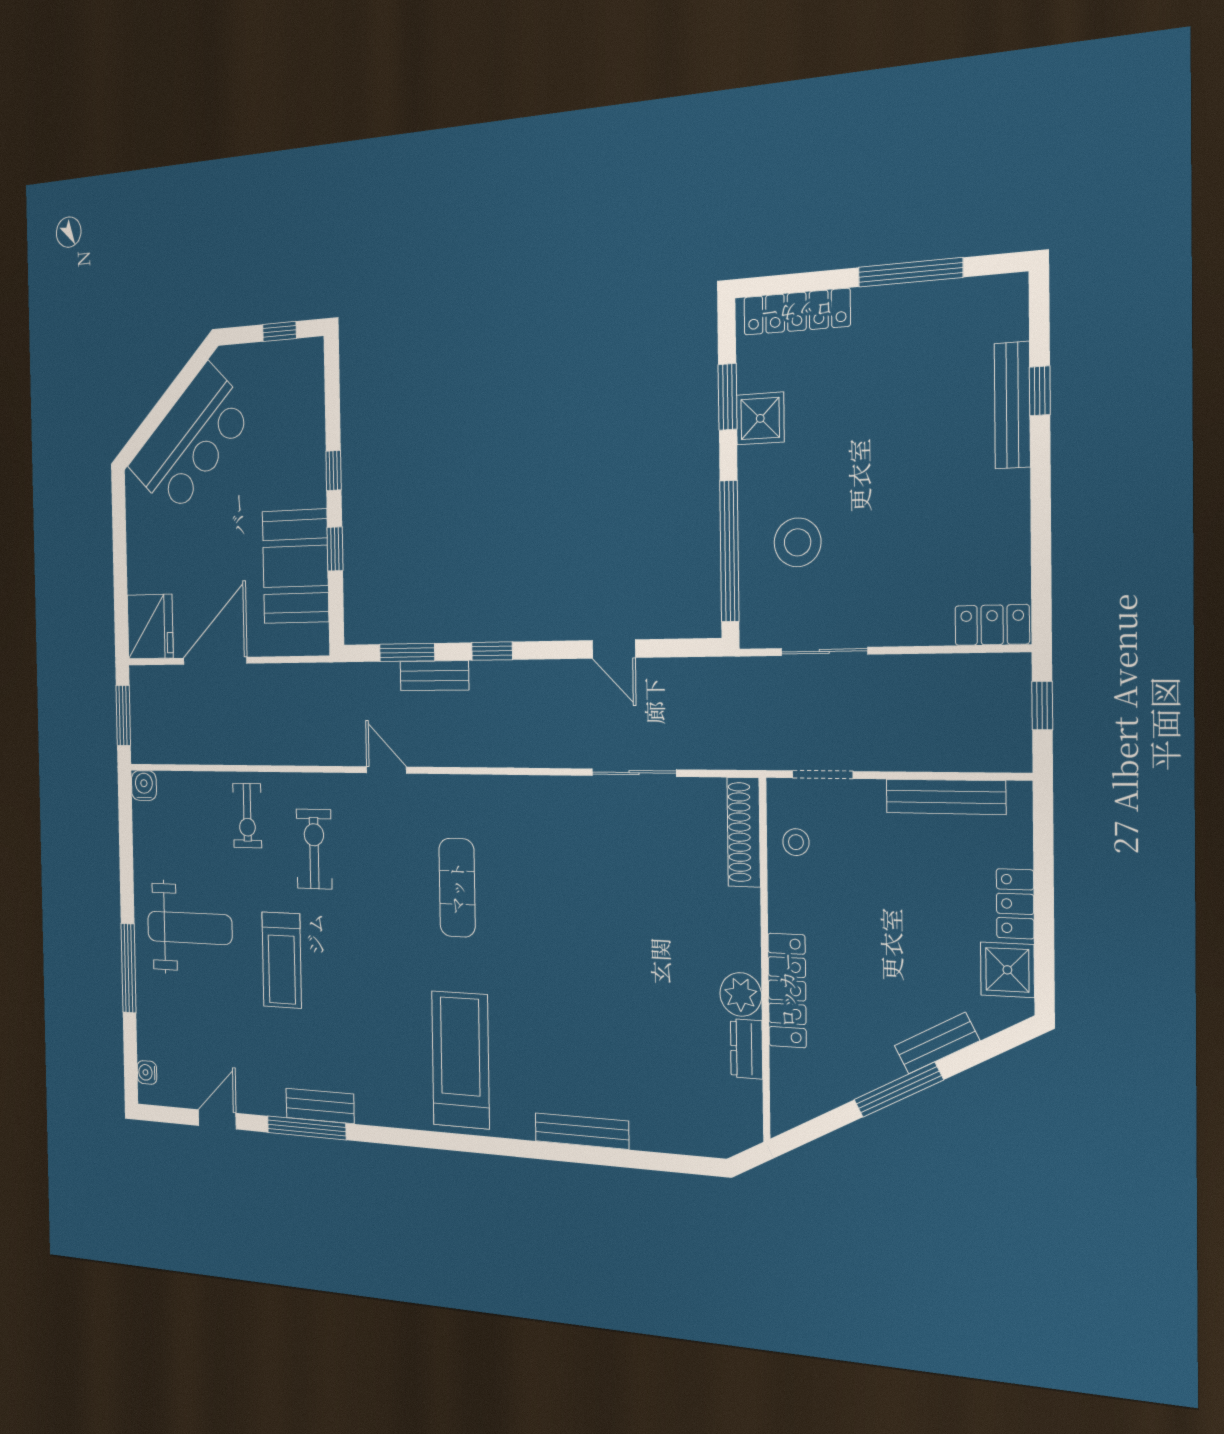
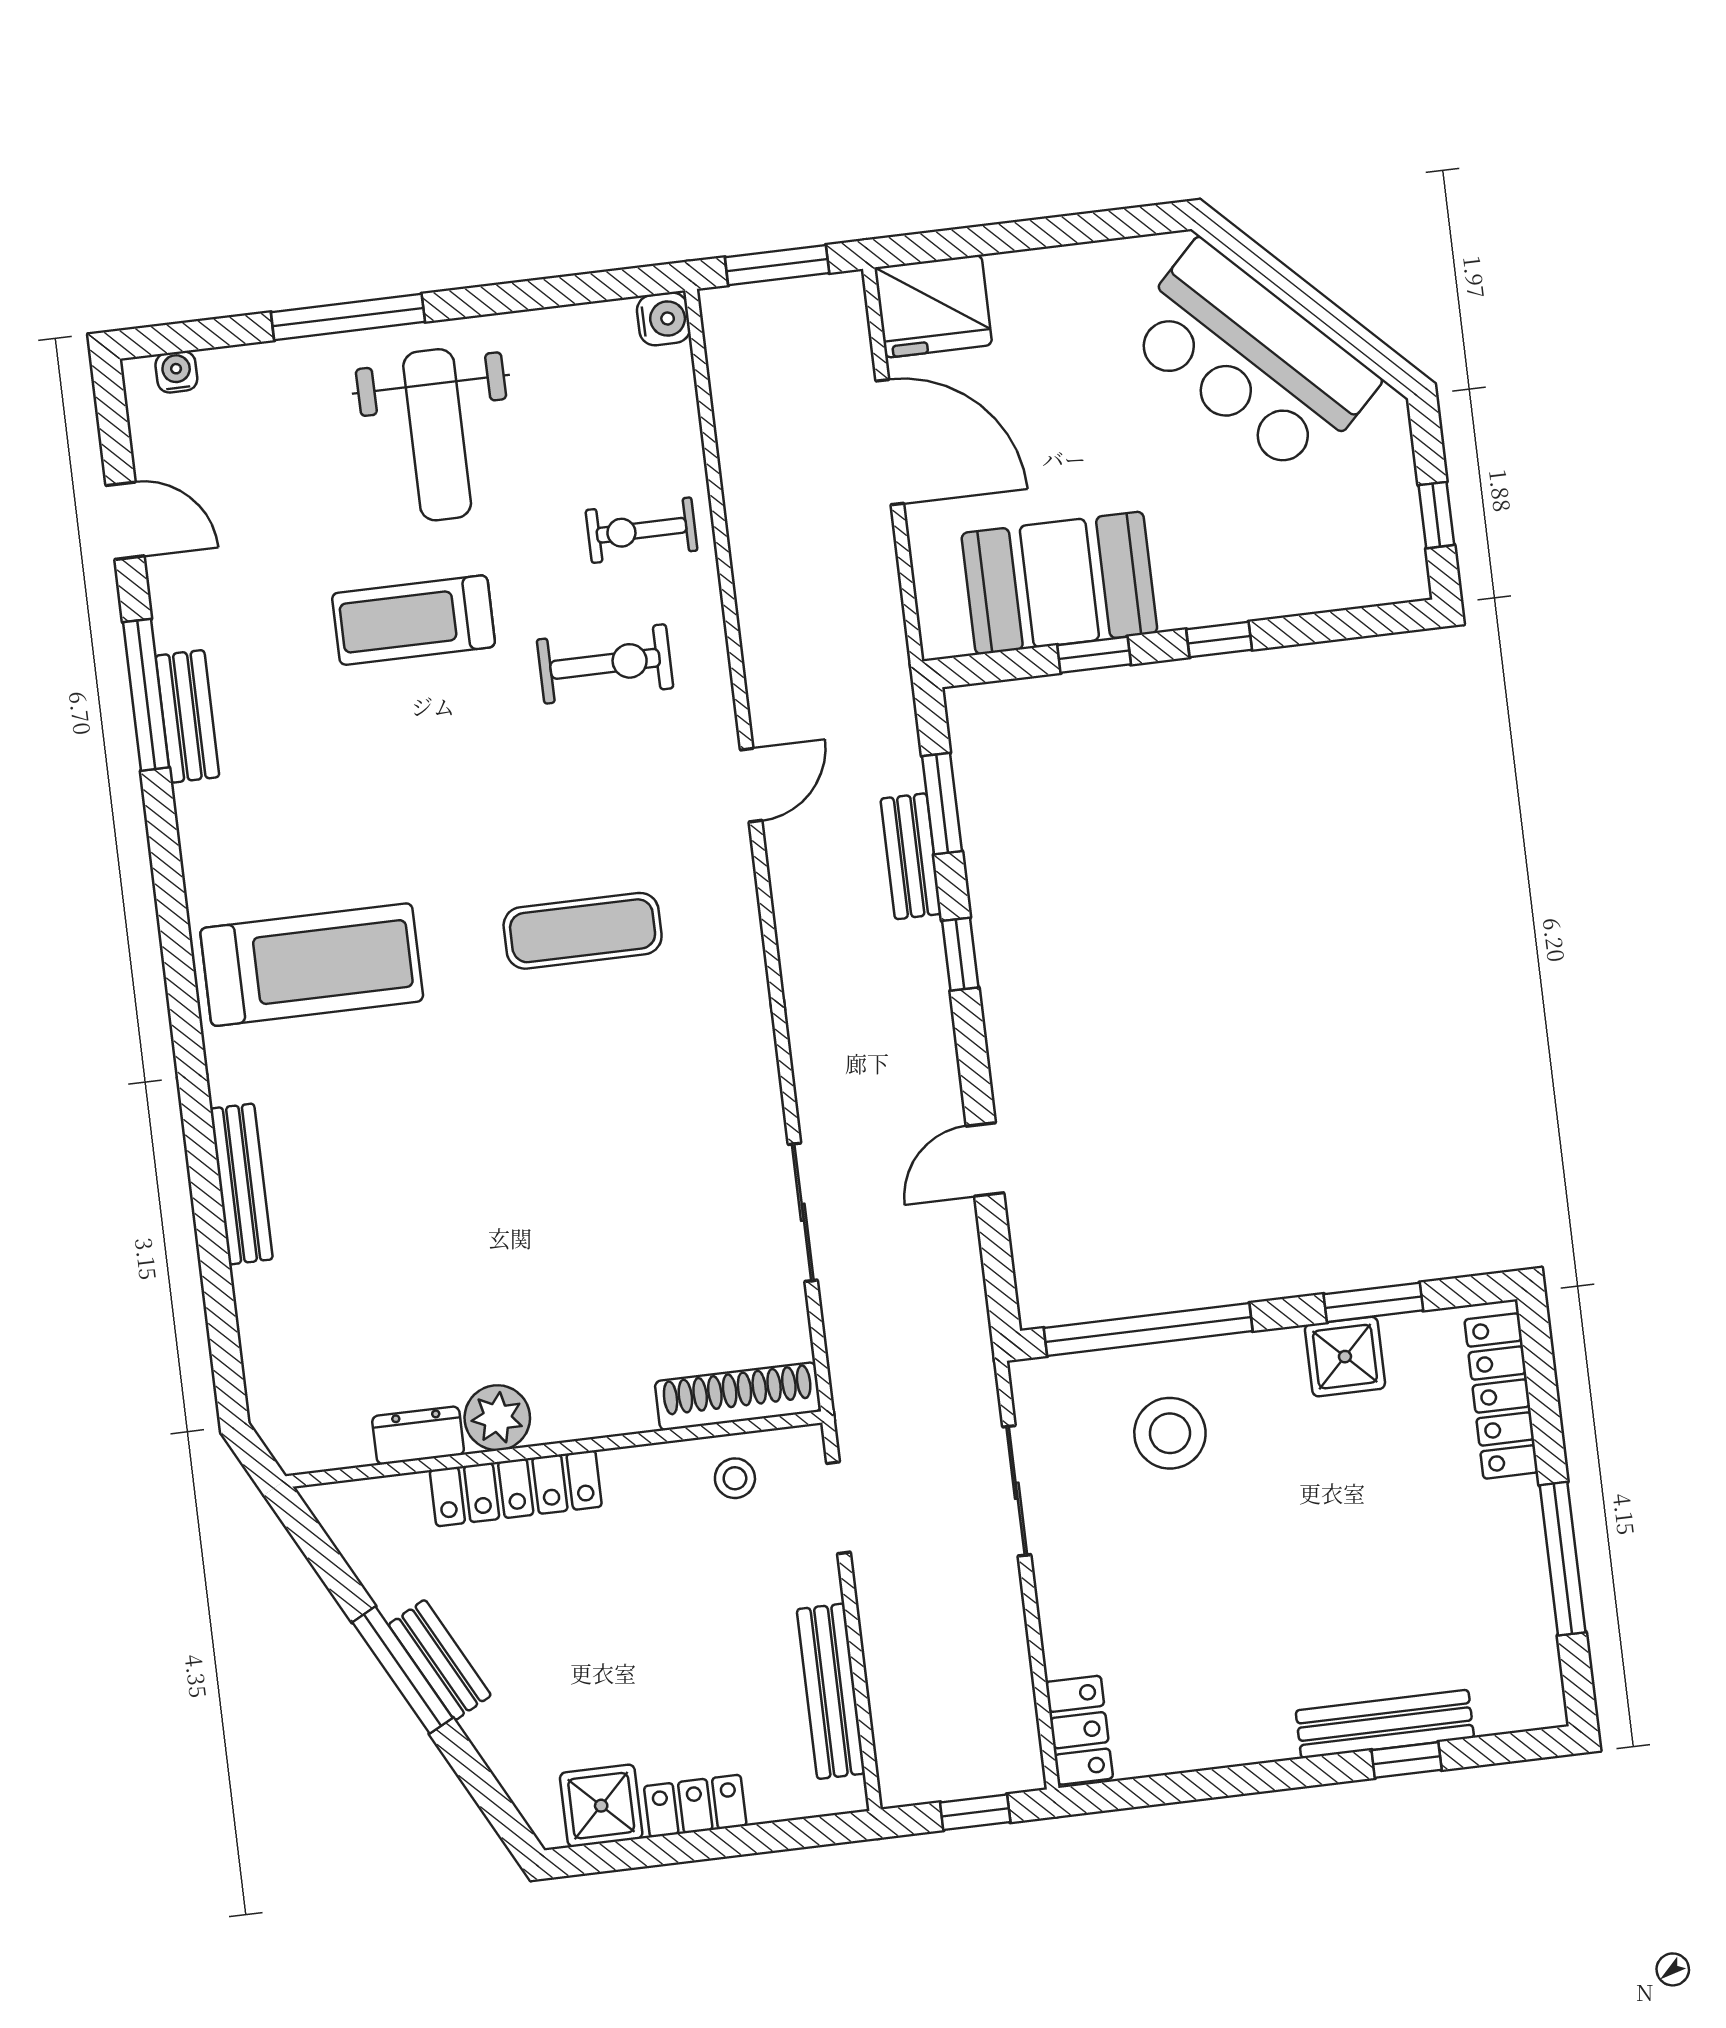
bench: (937, 1043) -> (440, 1660), moved

